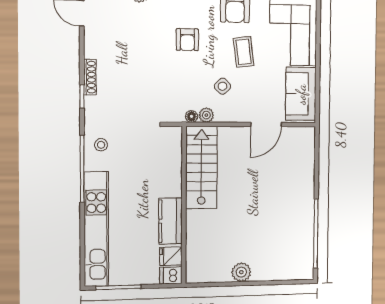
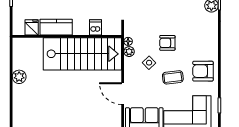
armchair: (187, 40) -> (167, 43), moved
stairs: (201, 168) -> (82, 54), width x1.36, depth x1.51
dishwasher: (171, 275) -> (95, 27), moved

